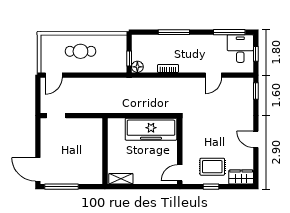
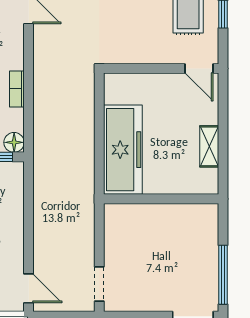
freezer: (151, 129) -> (123, 150), moved
shelving: (121, 179) -> (209, 146), moved

